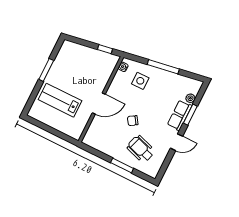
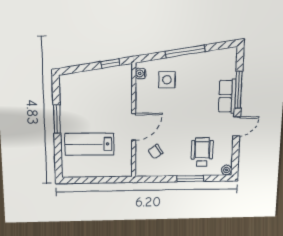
plant: (190, 98) -> (226, 170), moved
window: (190, 115) -> (239, 90), width x1.44
chair: (133, 121) -> (155, 151), moved
wheelchair: (141, 149) -> (202, 152), turned 72

